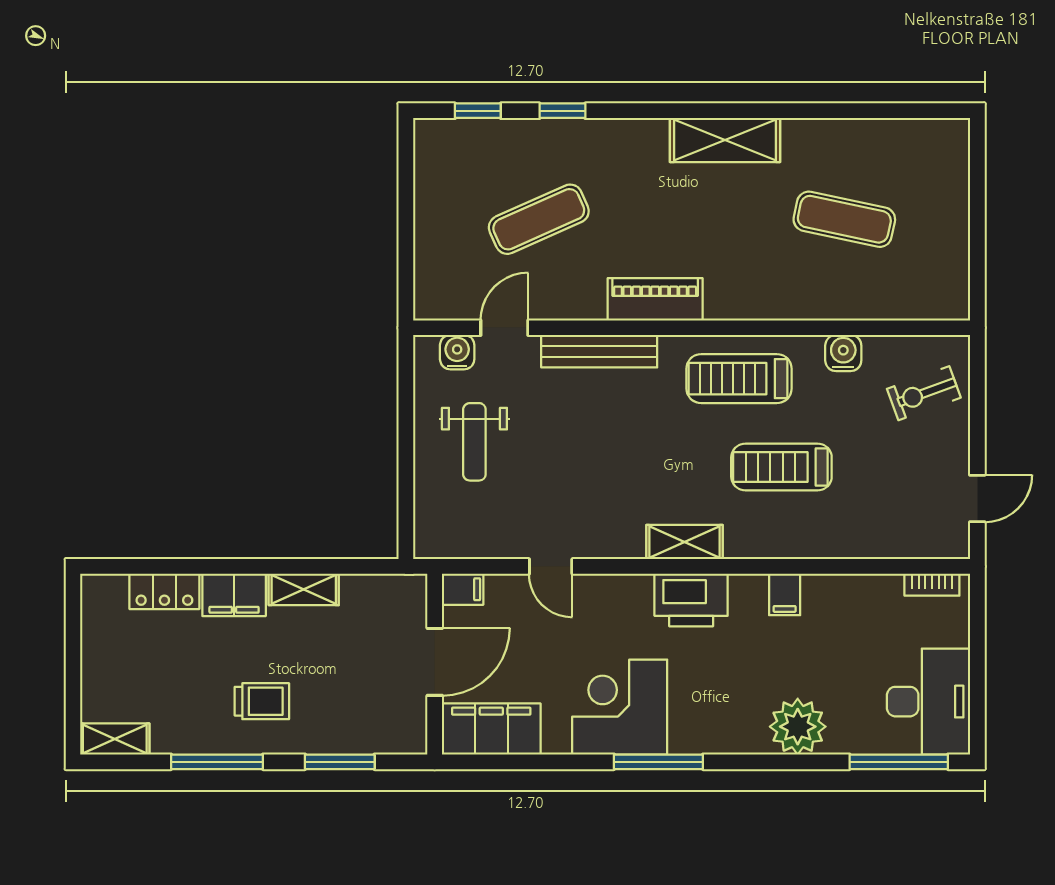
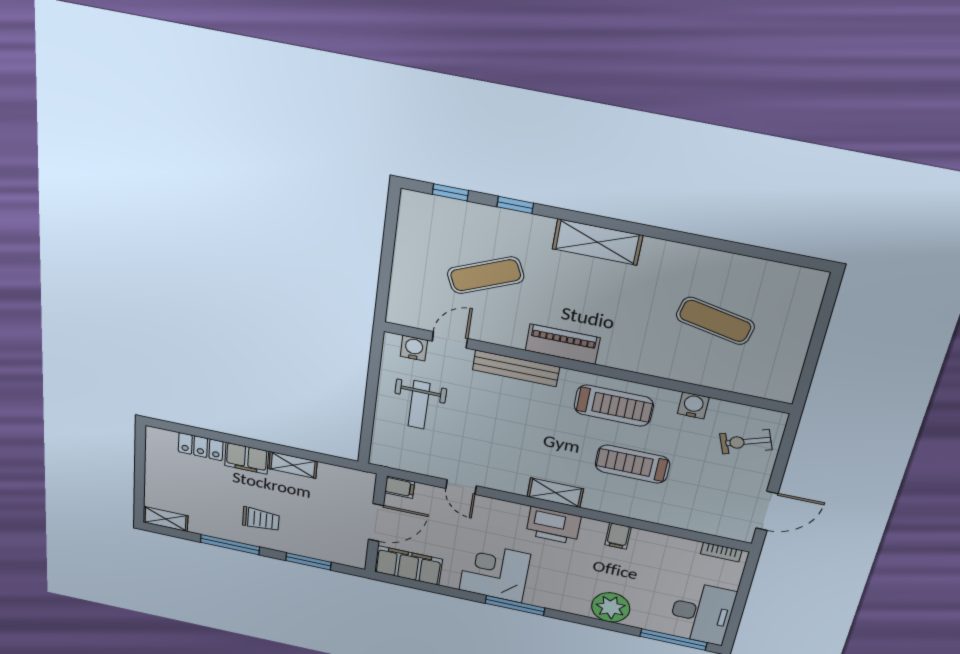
shelving: (725, 140) -> (597, 242), moved
treadmill: (739, 379) -> (614, 406), turned 180
door: (977, 498) -> (767, 511), width x1.38

